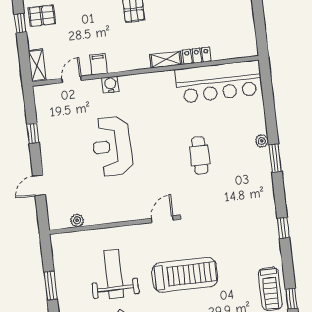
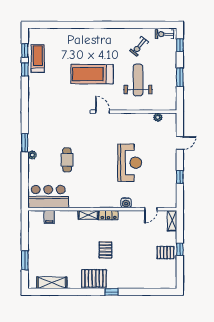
locker: (197, 56) -> (109, 215), moved
filing cabinet: (98, 64) -> (49, 217), moved
bar counter: (219, 82) -> (48, 197), width x0.73
cafe table: (200, 156) -> (67, 160), moved
door: (162, 219) -> (103, 112), swing flipped
window: (283, 228) -> (25, 70), moved
weight bench: (114, 274) -> (138, 80), turned 180

